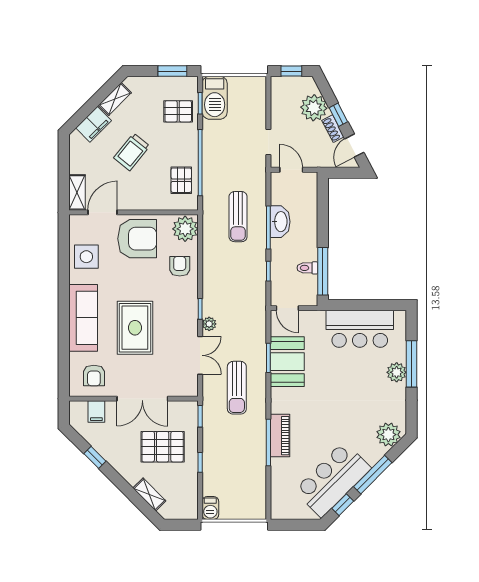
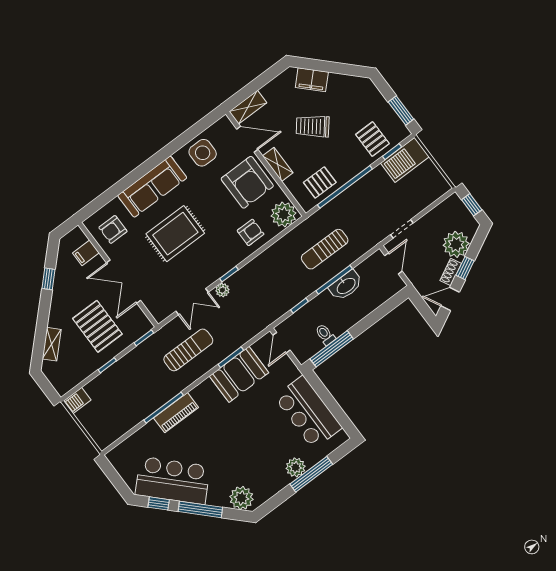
shelving: (115, 99) -> (278, 164), moved, turned 45
sun lounger: (237, 388) -> (188, 350), turned 180

